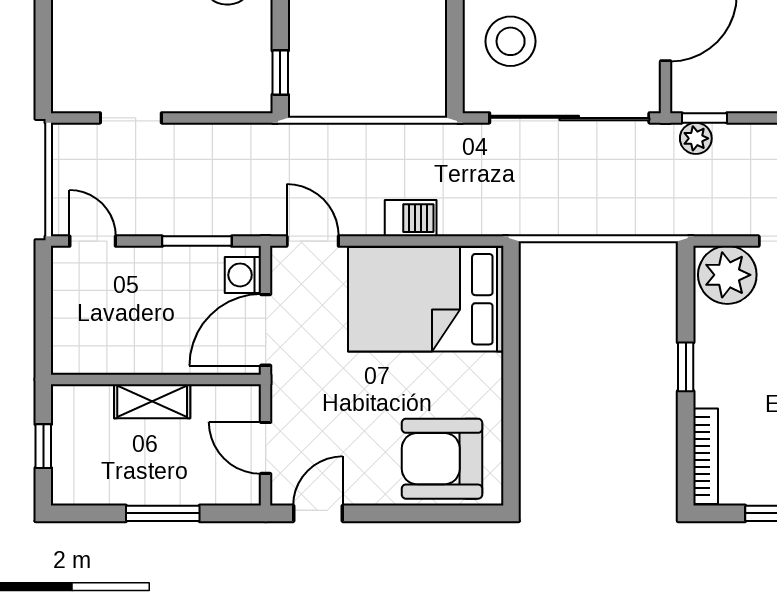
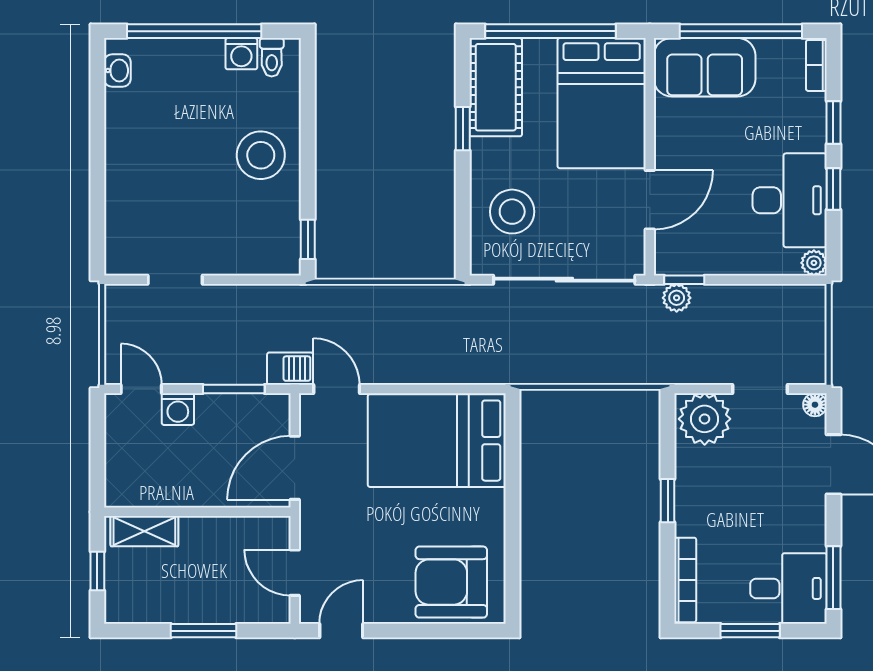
barbecue: (411, 218) -> (290, 369), moved
washing machine: (243, 275) -> (178, 409), moved, turned -90
shelving: (152, 401) -> (144, 531), moved

